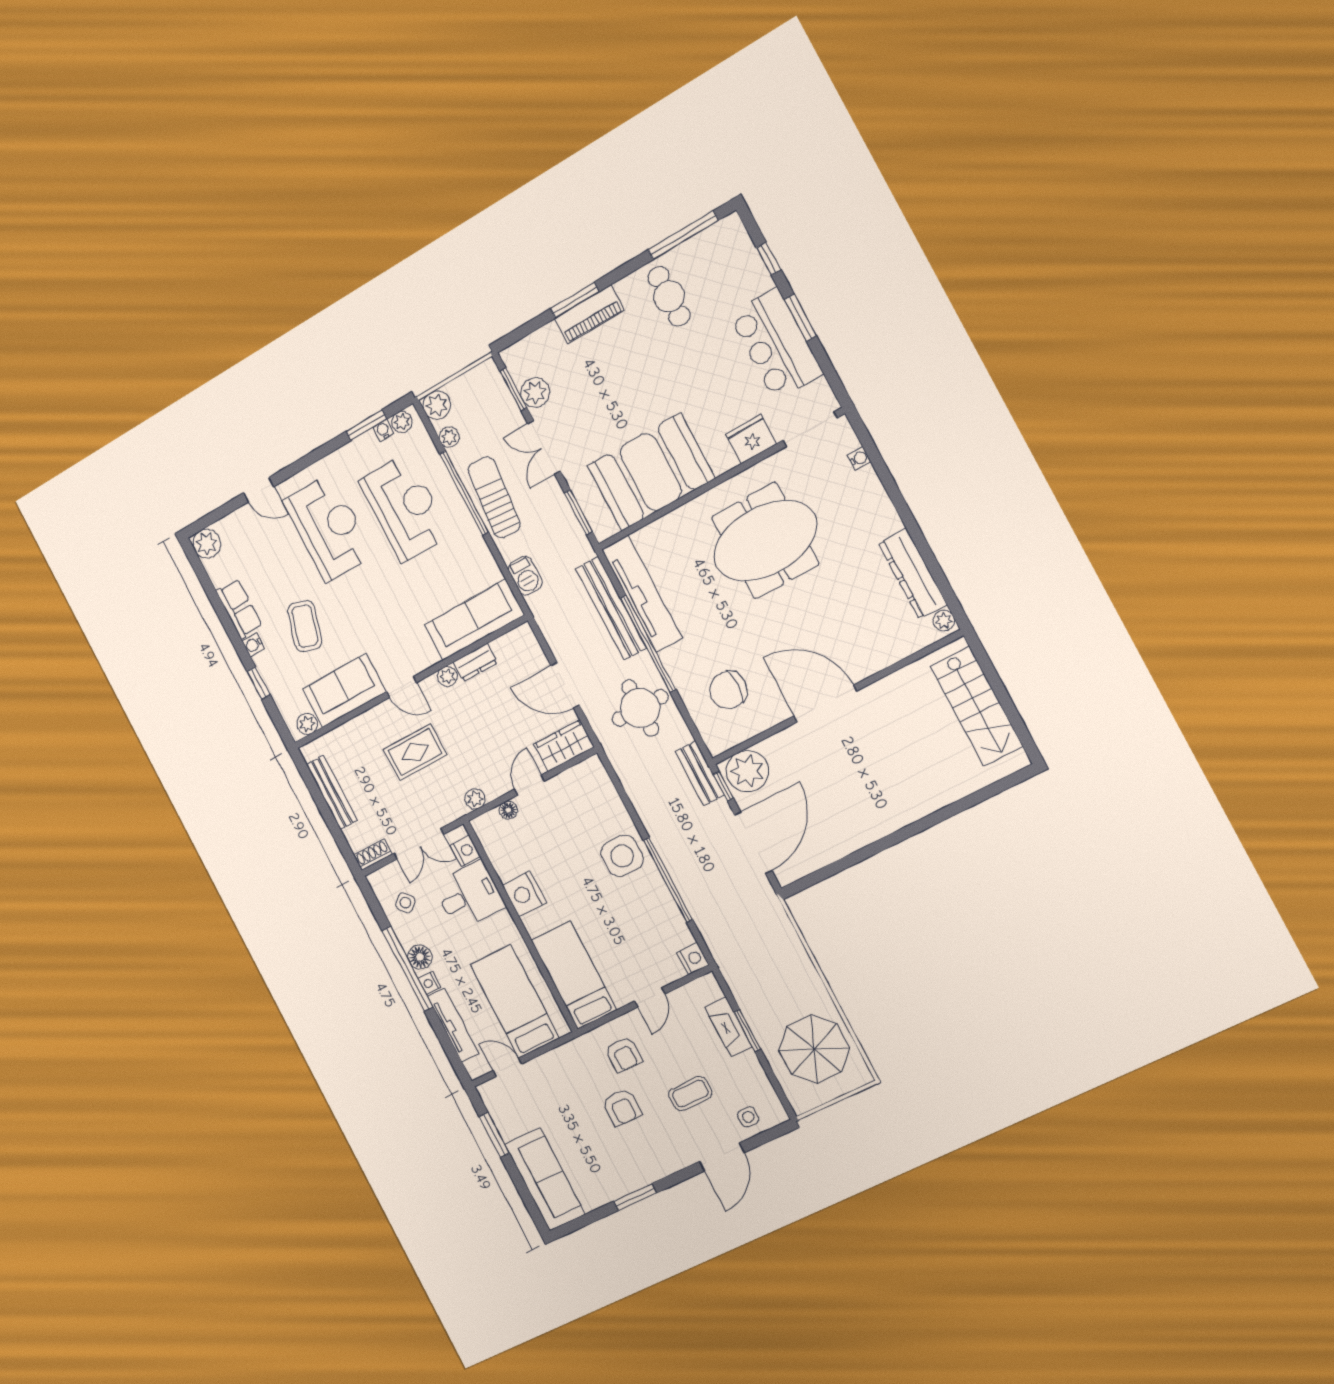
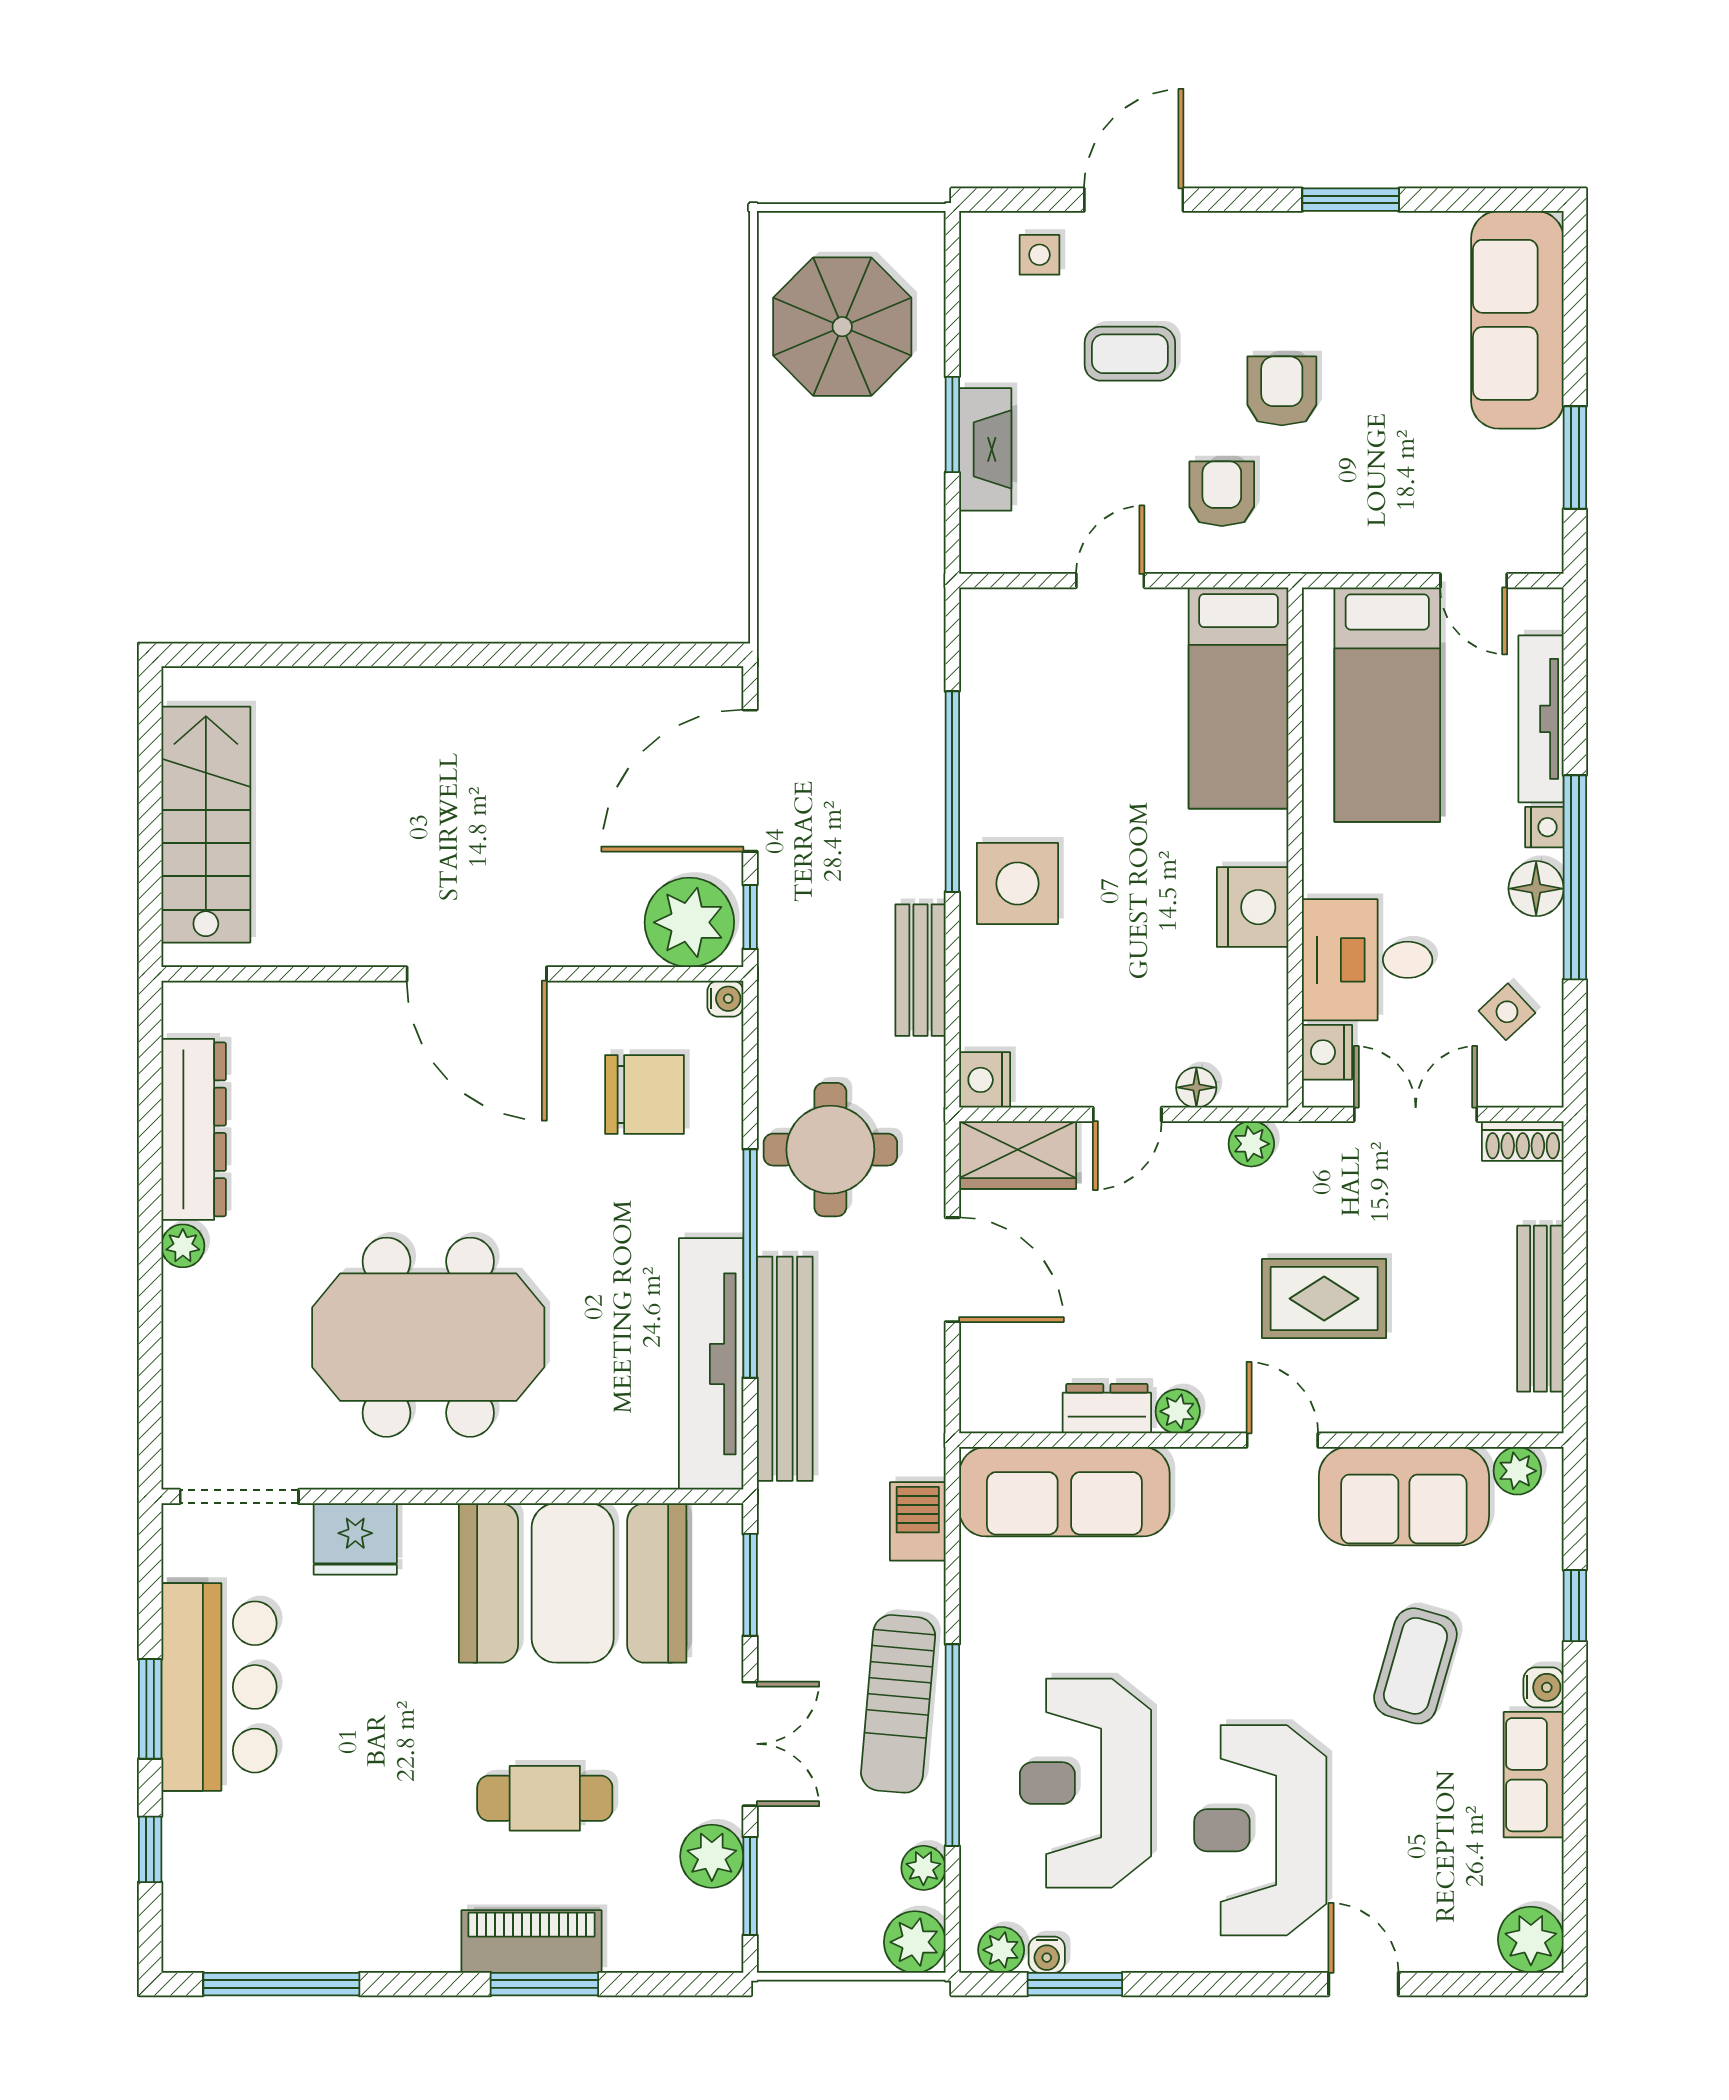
cafe table: (669, 296) -> (545, 1798), moved, turned 90
water cooler: (859, 458) -> (725, 999), moved, turned 180
plant: (944, 621) -> (183, 1246), moved
bench: (700, 773) -> (920, 970), moved
nightstand: (693, 959) -> (985, 1080), moved

